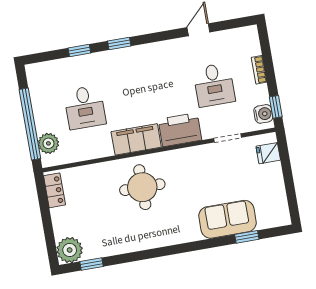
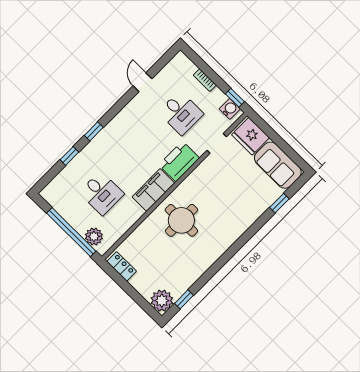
fridge: (268, 153) -> (251, 136), width x1.88, depth x1.34
sofa: (227, 219) -> (278, 165), moved, turned -90

